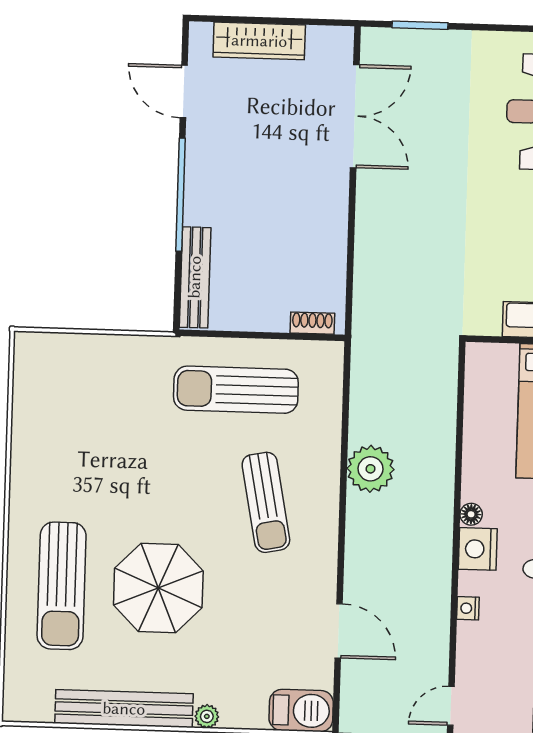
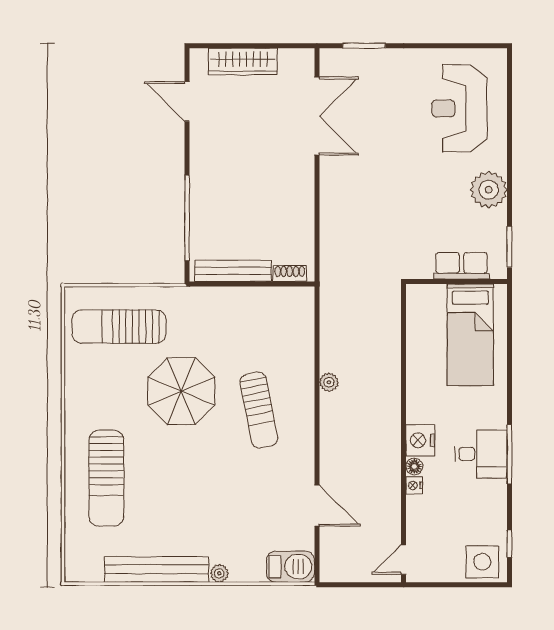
window: (180, 195) -> (187, 218), moved
bench: (195, 277) -> (233, 271), moved, turned 90
sun lounger: (236, 390) -> (119, 327), moved
plant: (370, 469) -> (329, 382), width x0.53, depth x0.53
floor lamp: (471, 514) -> (414, 466), moved
parasol: (158, 588) -> (181, 391), moved

